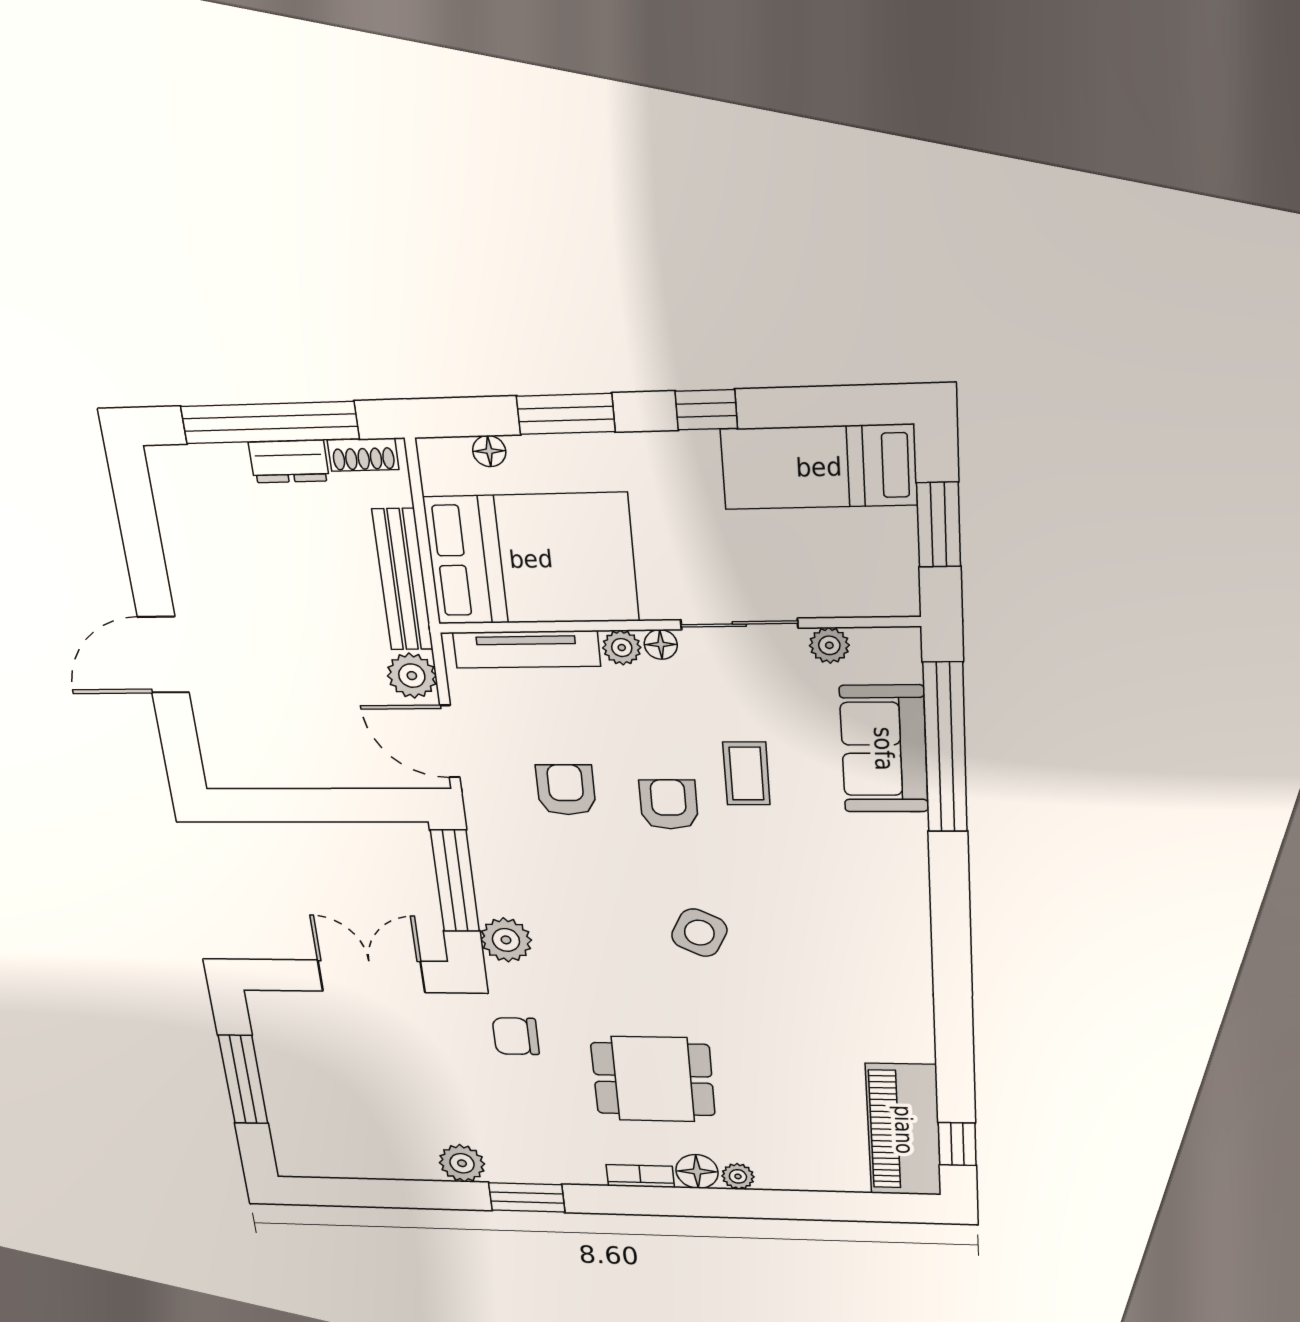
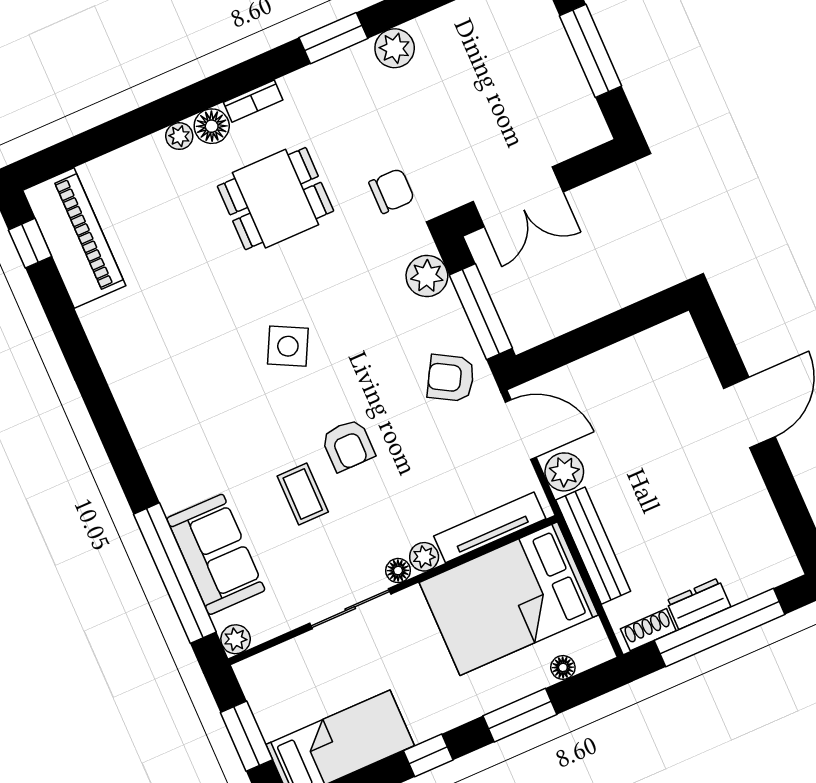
plant: (829, 645) -> (236, 639), moved
armchair: (566, 790) -> (451, 378), moved, turned 120

